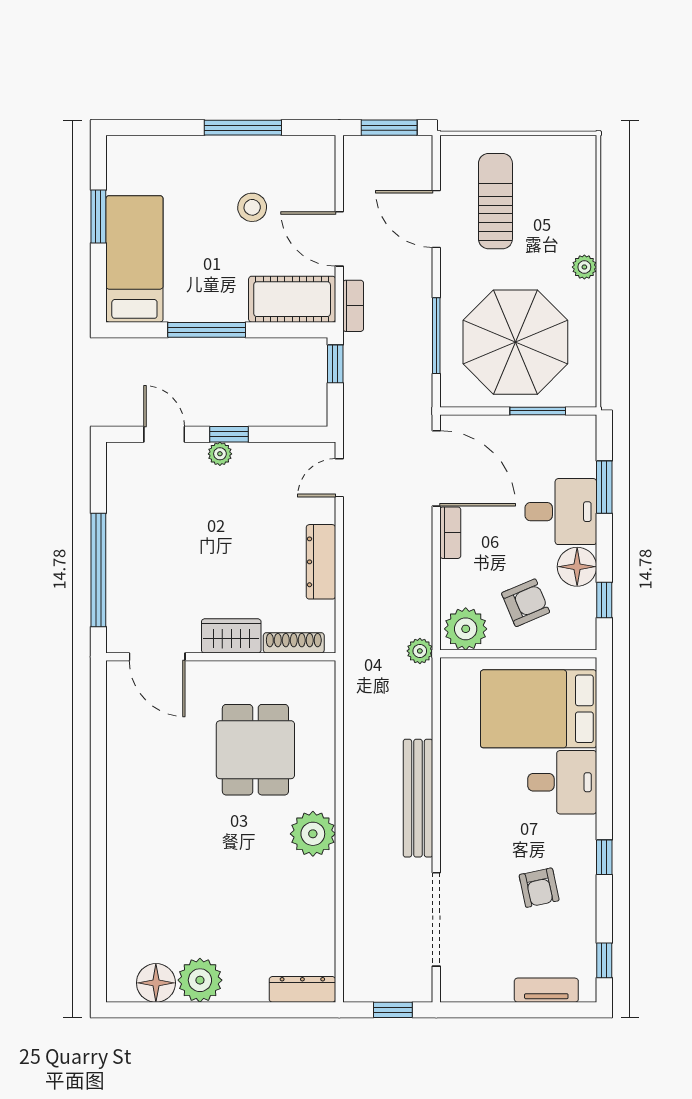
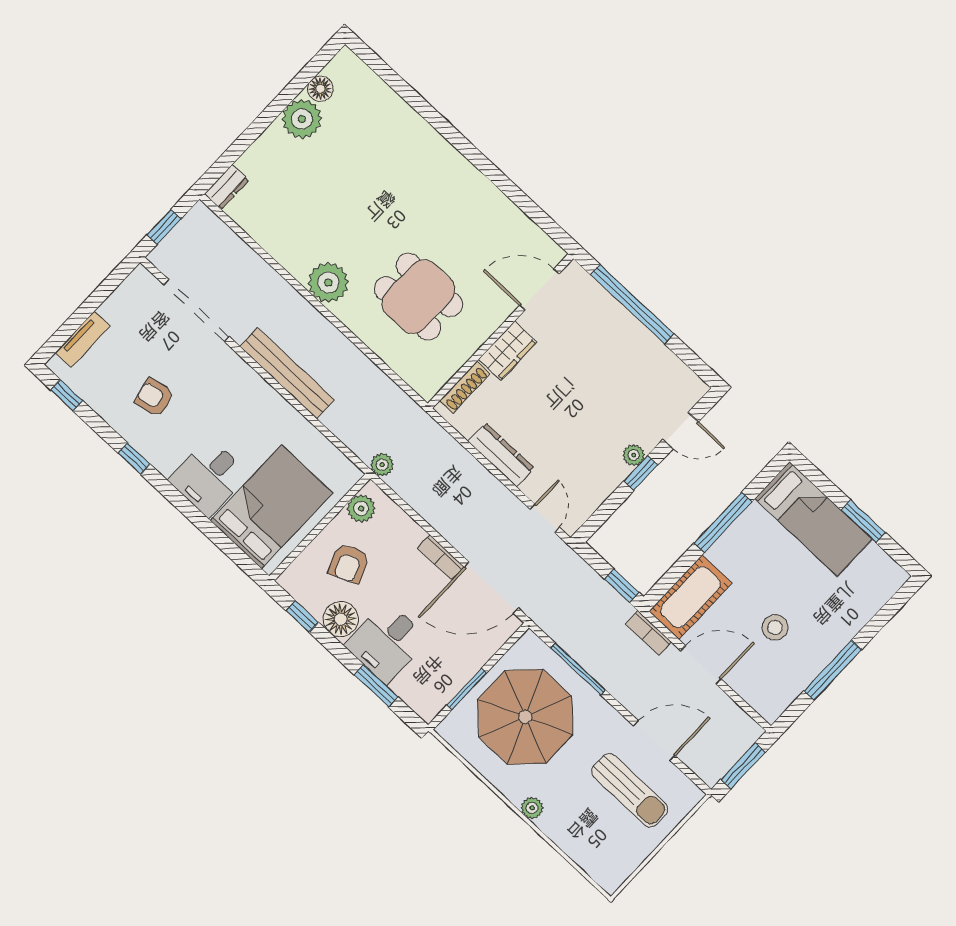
plant: (466, 629) -> (361, 508), width x0.73, depth x0.73
floor lamp: (156, 983) -> (320, 89), width x0.73, depth x0.73
dresser: (302, 989) -> (227, 187), width x0.70

